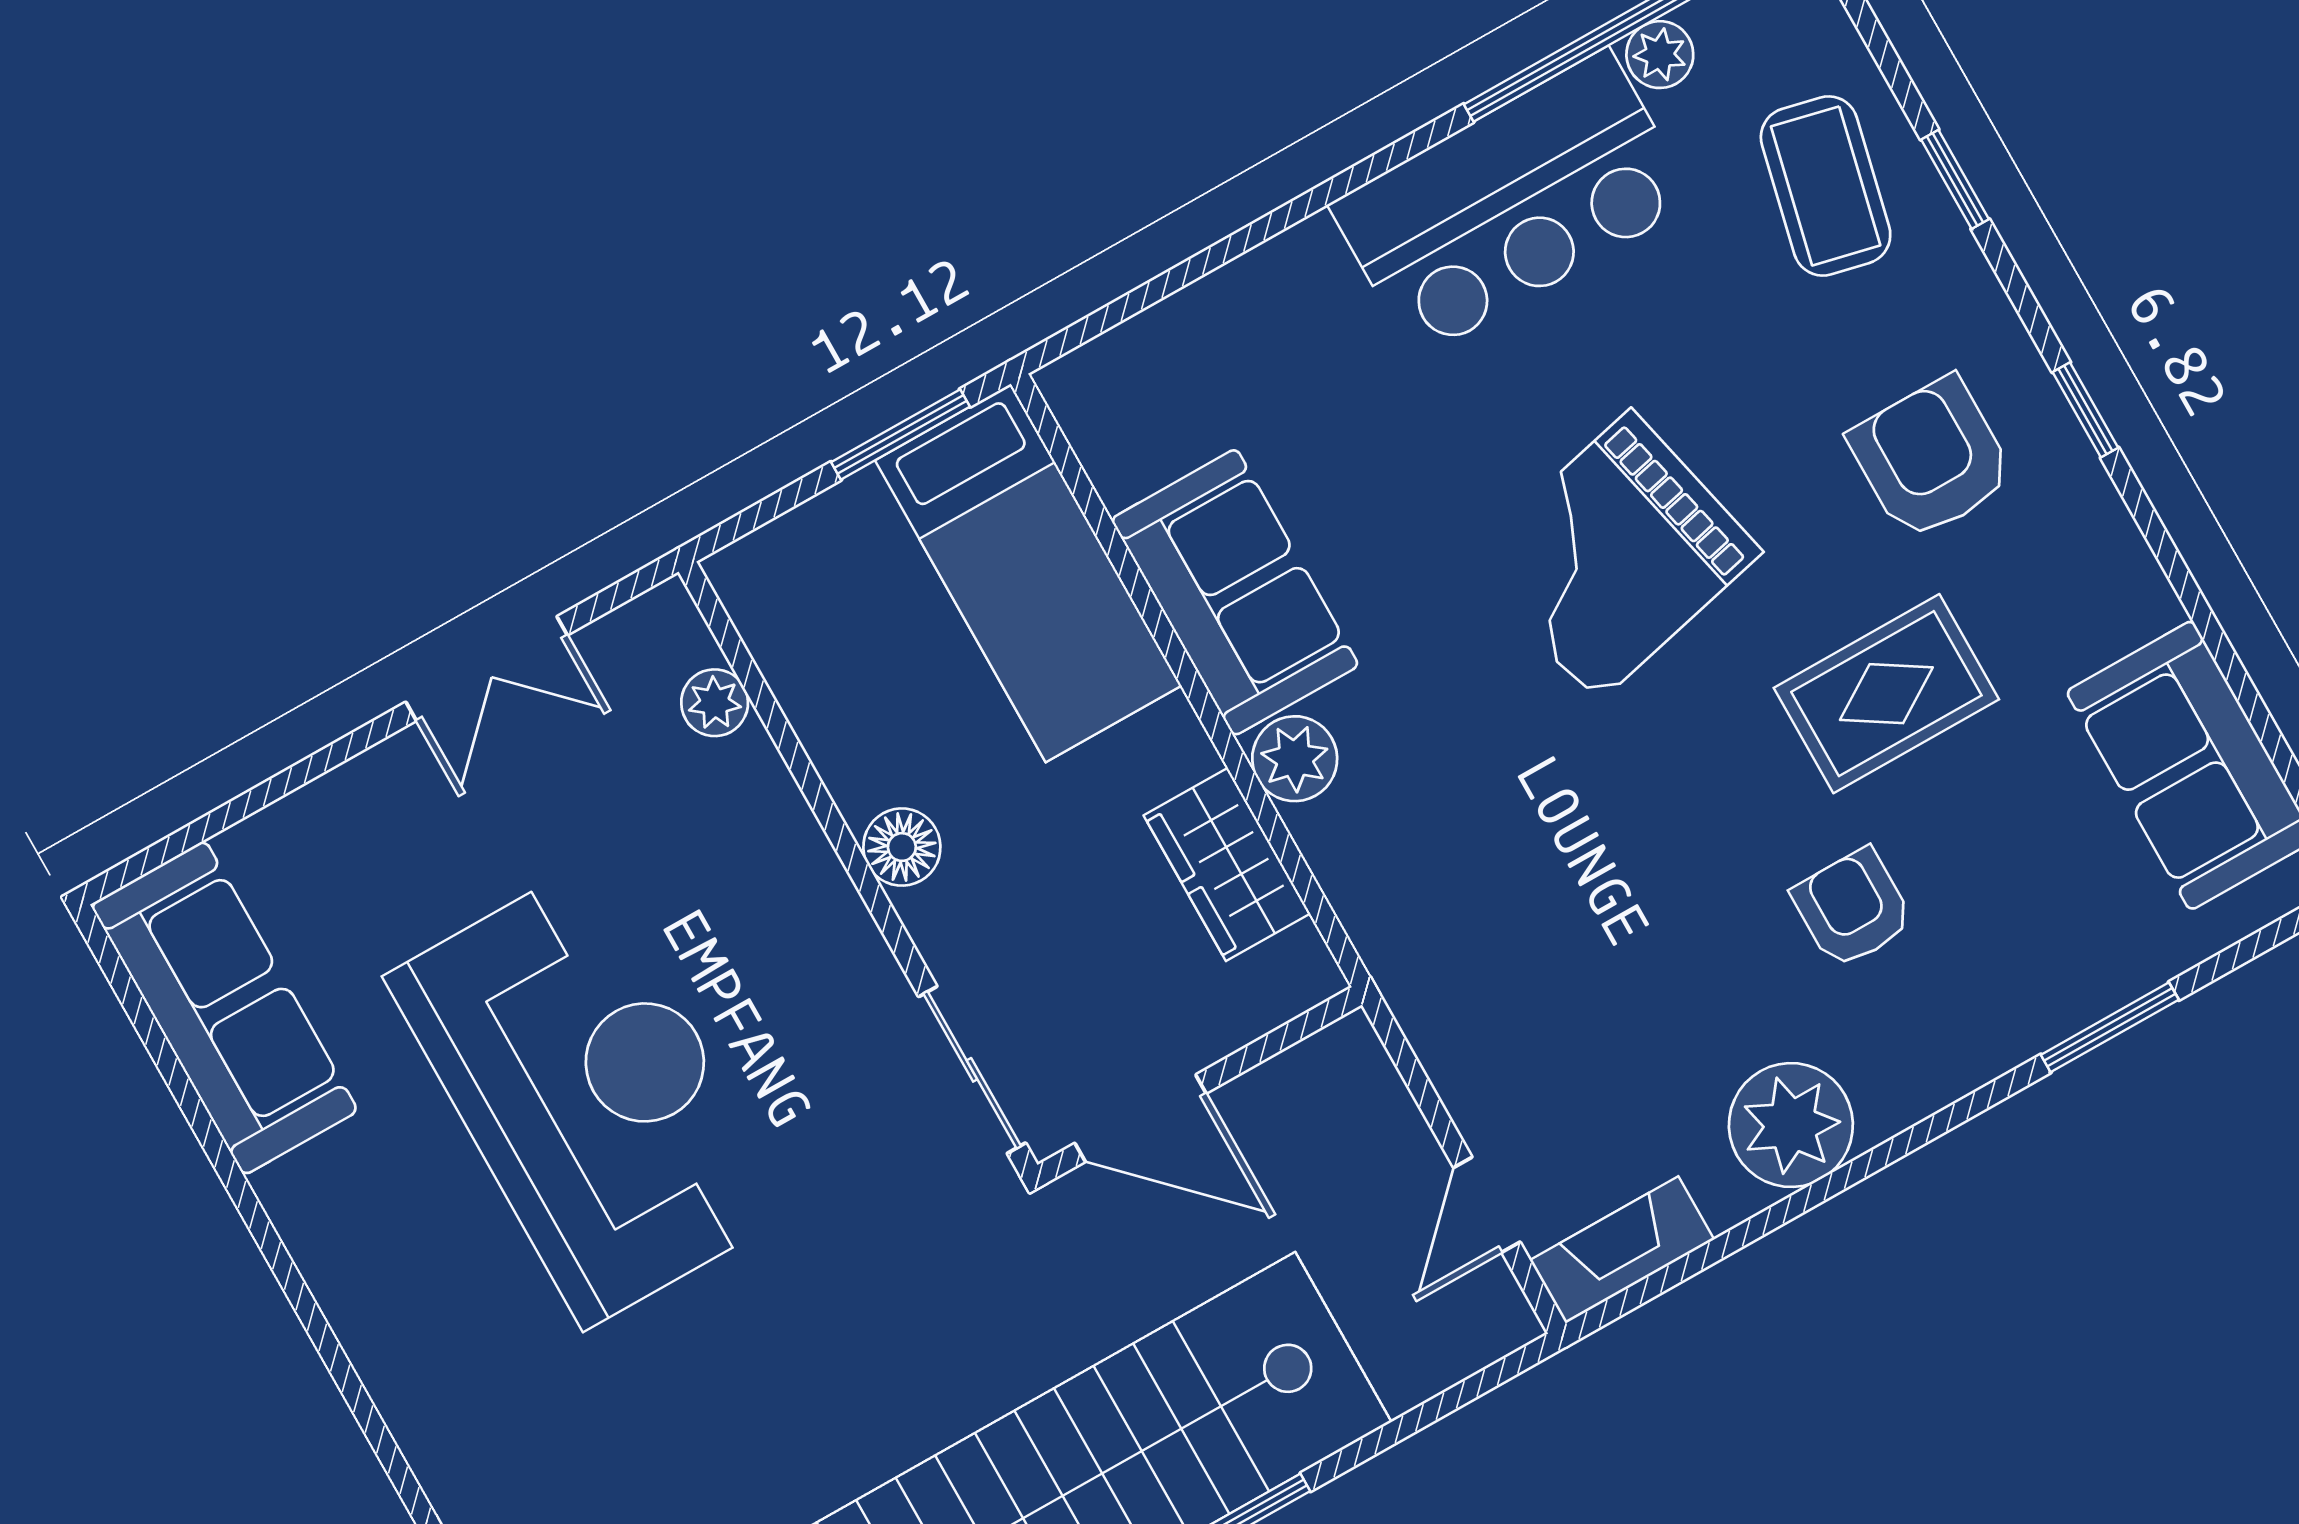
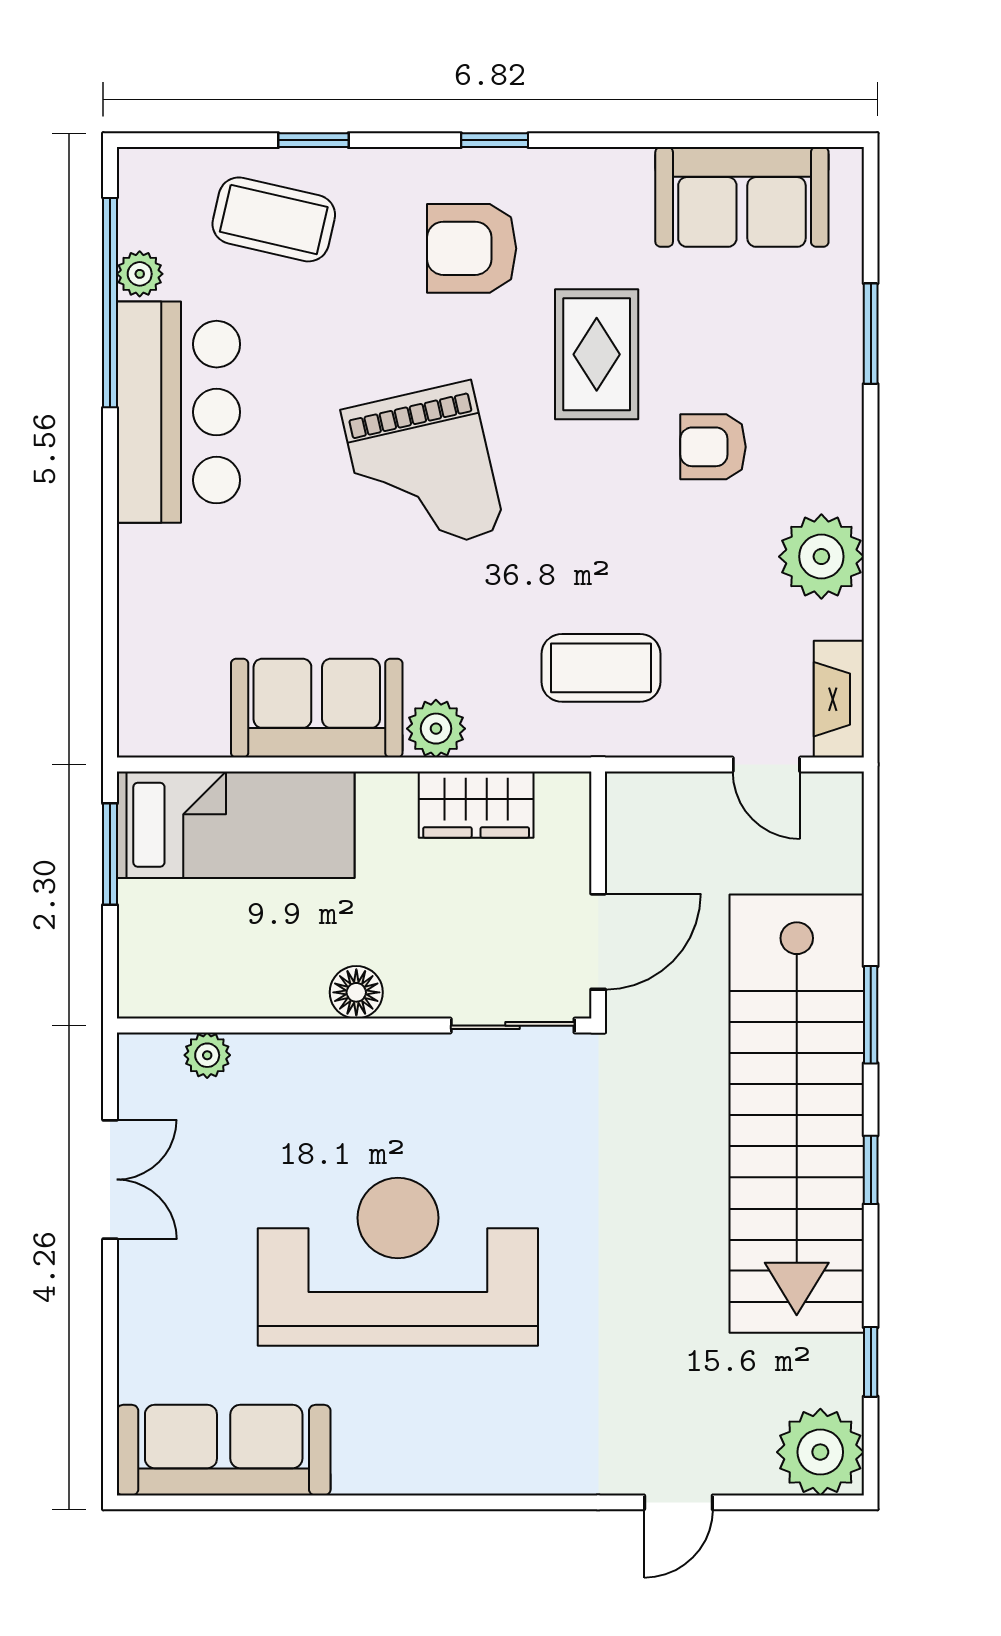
coffee table: (1491, 925) -> (601, 668), added

